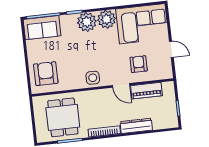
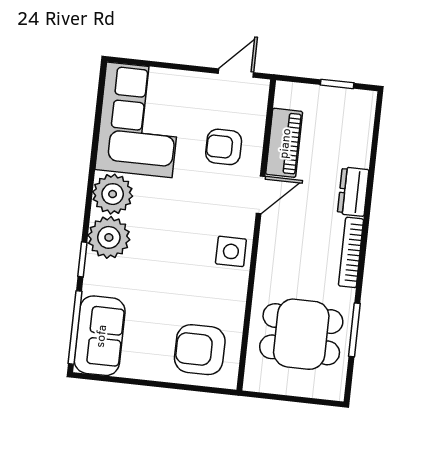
door: (171, 49) -> (236, 73), moved
dresser: (136, 126) -> (353, 192), width x0.70

